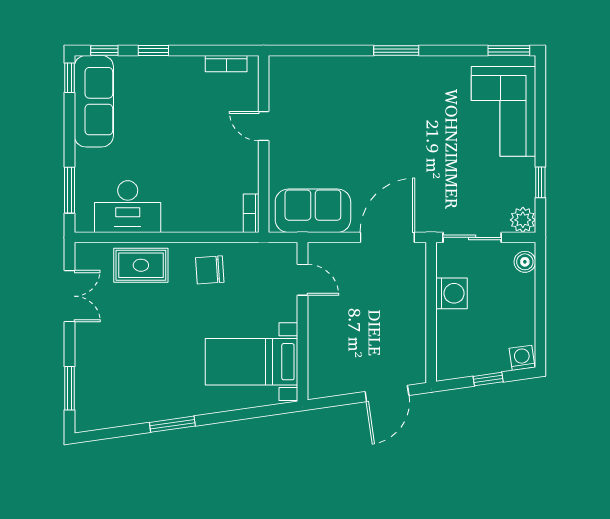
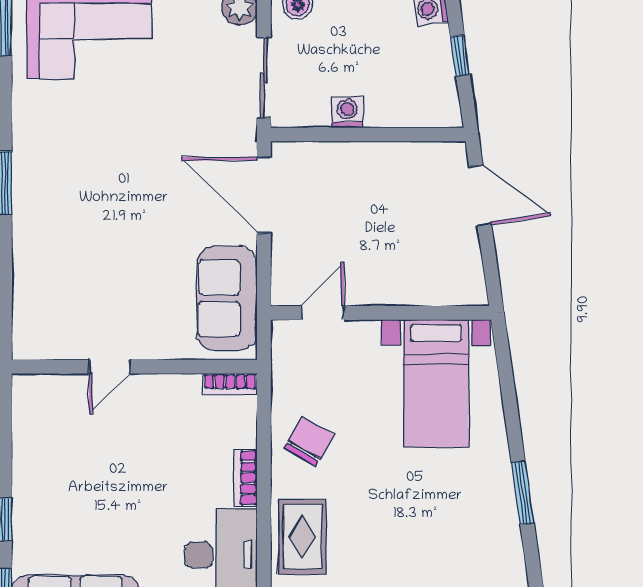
bookcase: (226, 64) -> (246, 478), moved, turned 180
chair: (210, 270) -> (309, 441), turned -146
washing machine: (452, 293) -> (347, 112), width x0.73, depth x0.73

